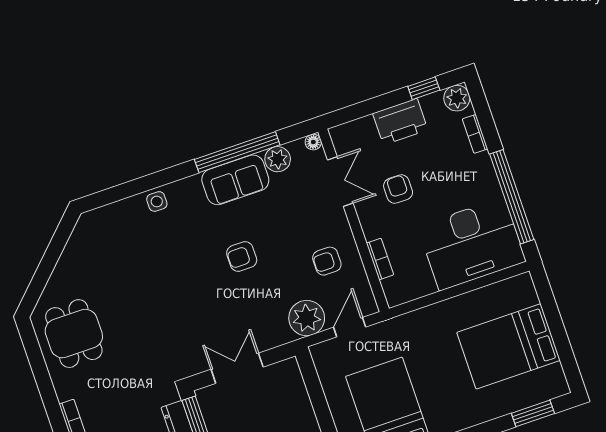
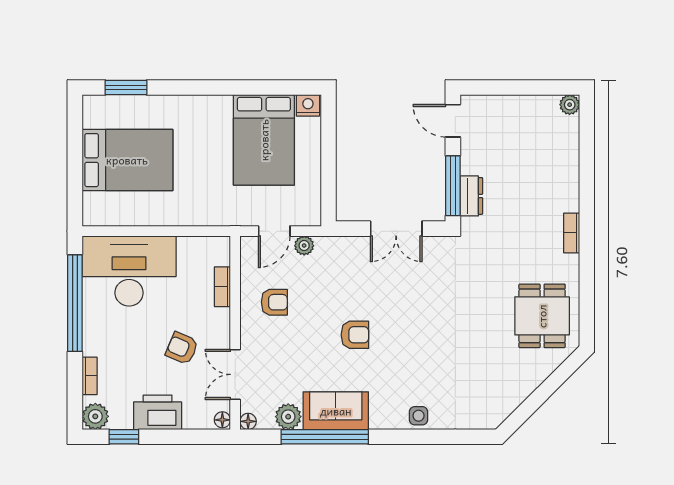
floor lamp: (338, 135) -> (222, 420), added
armchair: (398, 189) -> (182, 348), turned 113
plant: (307, 318) -> (304, 246), width x0.53, depth x0.53

